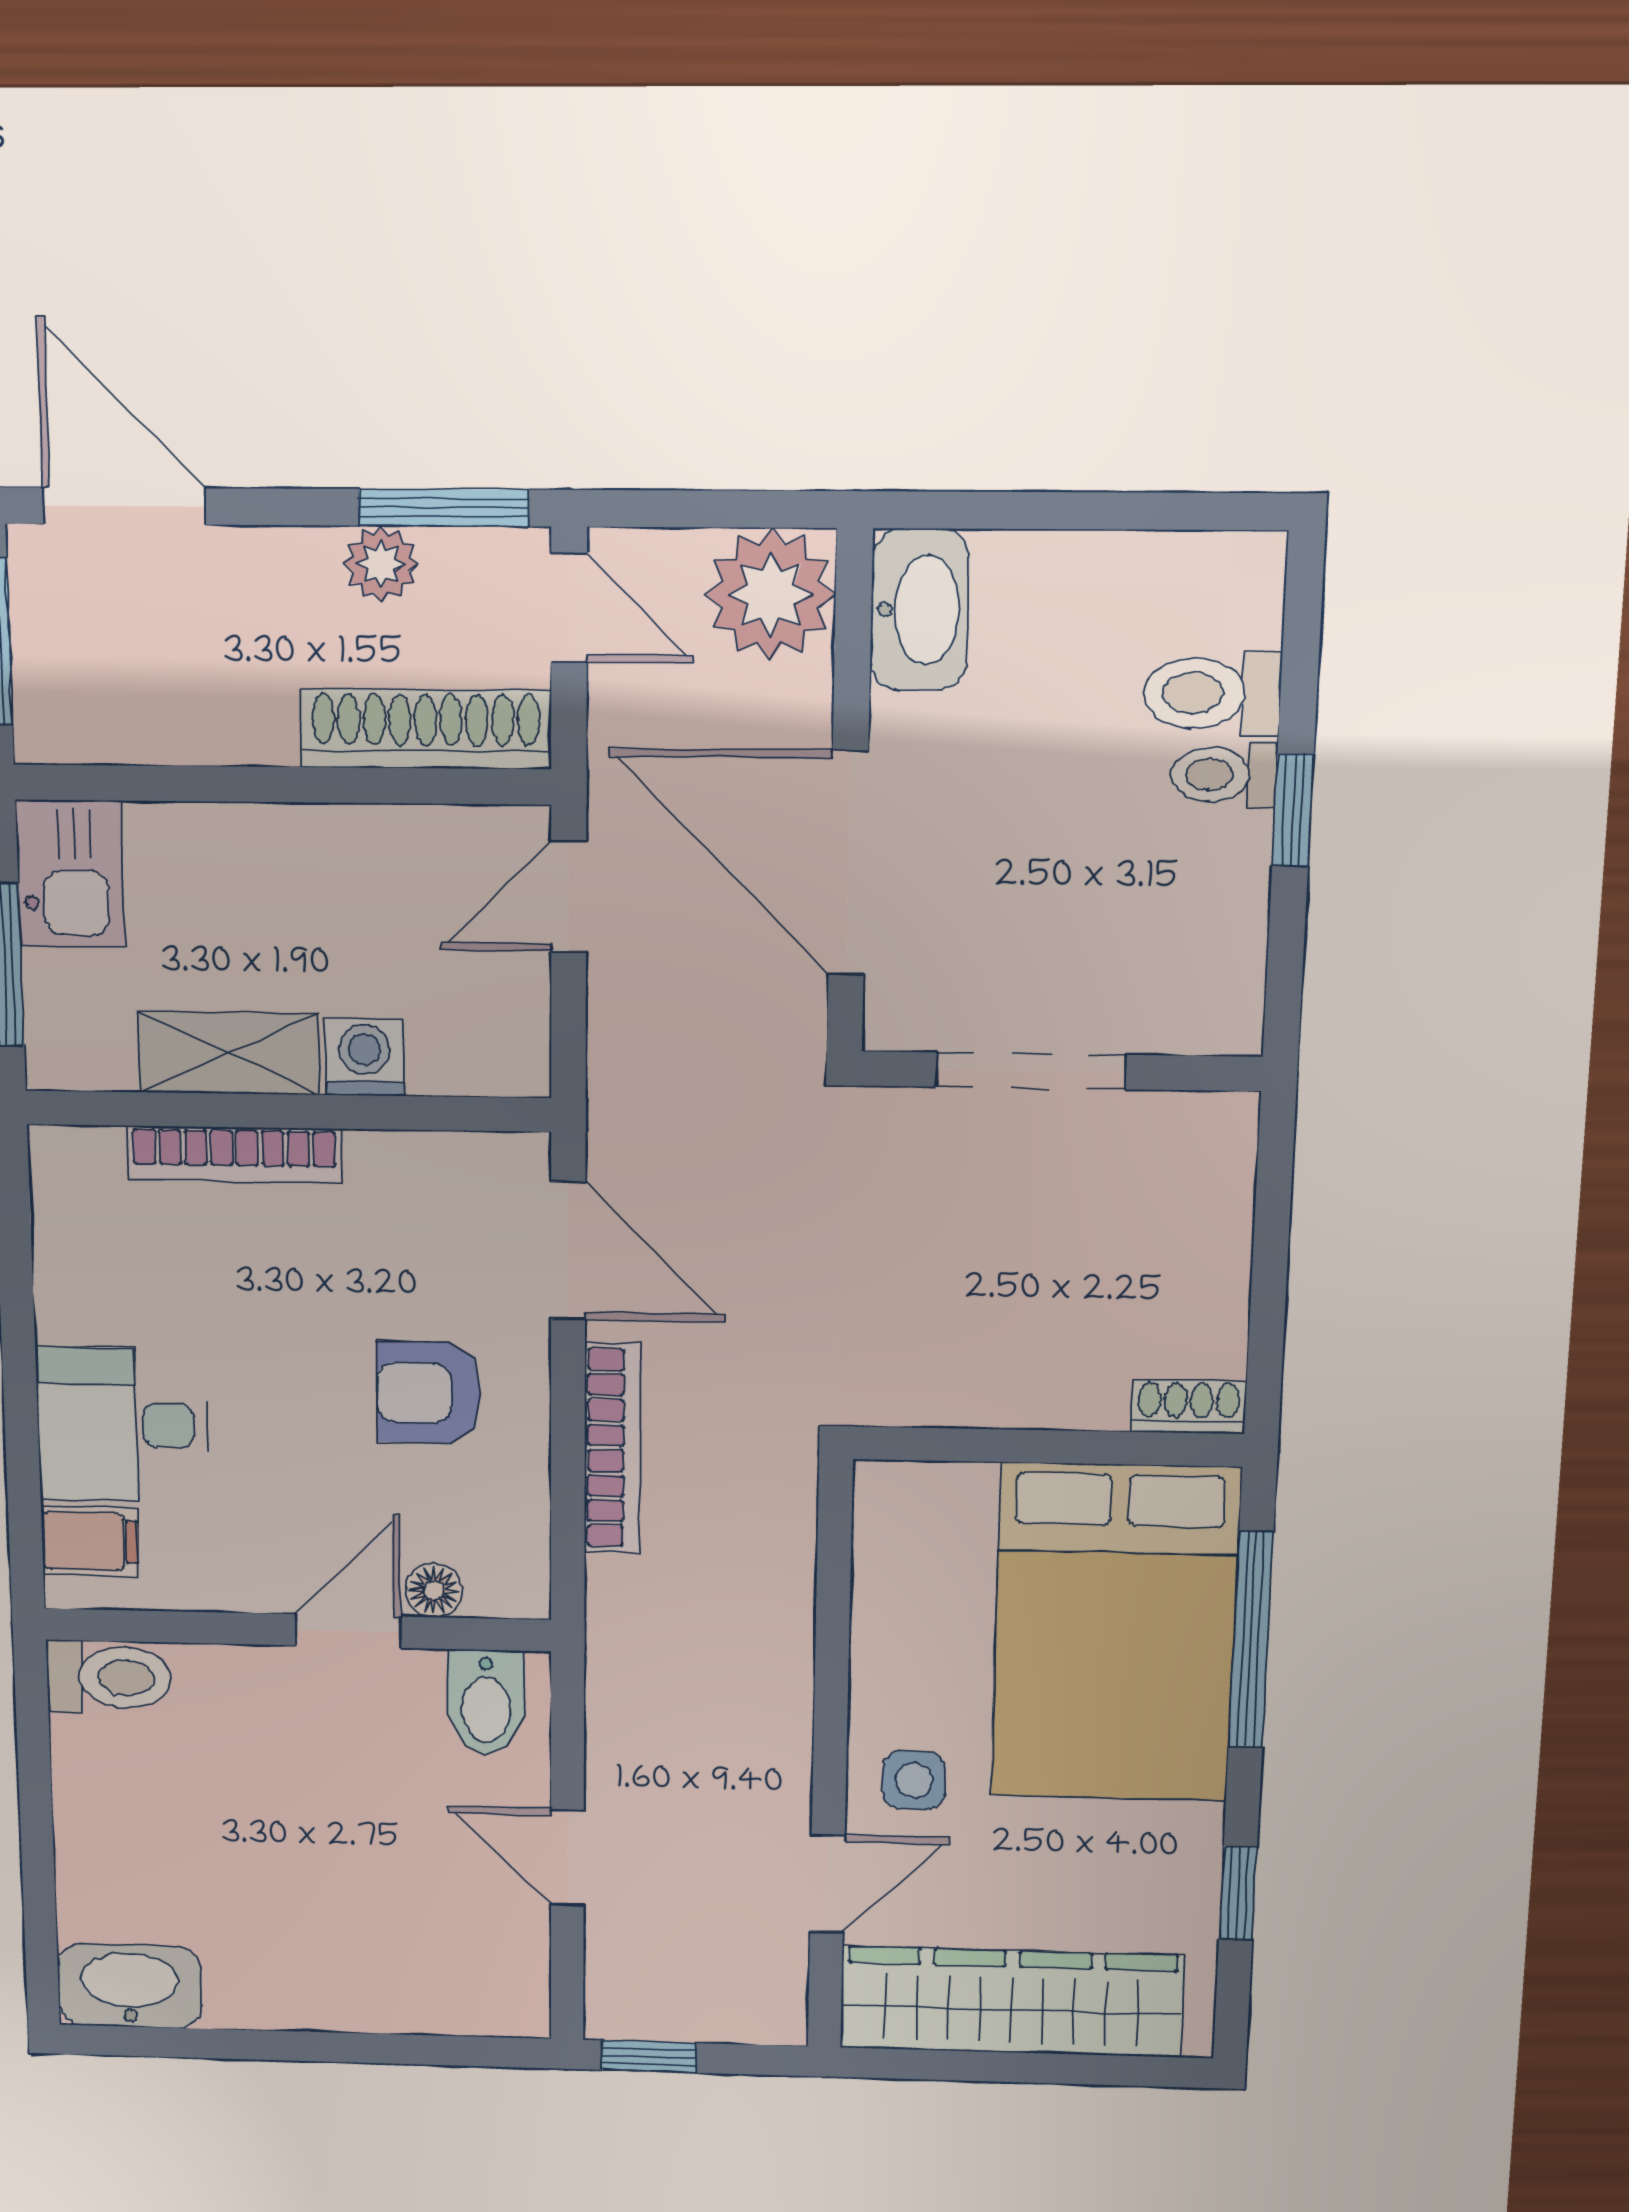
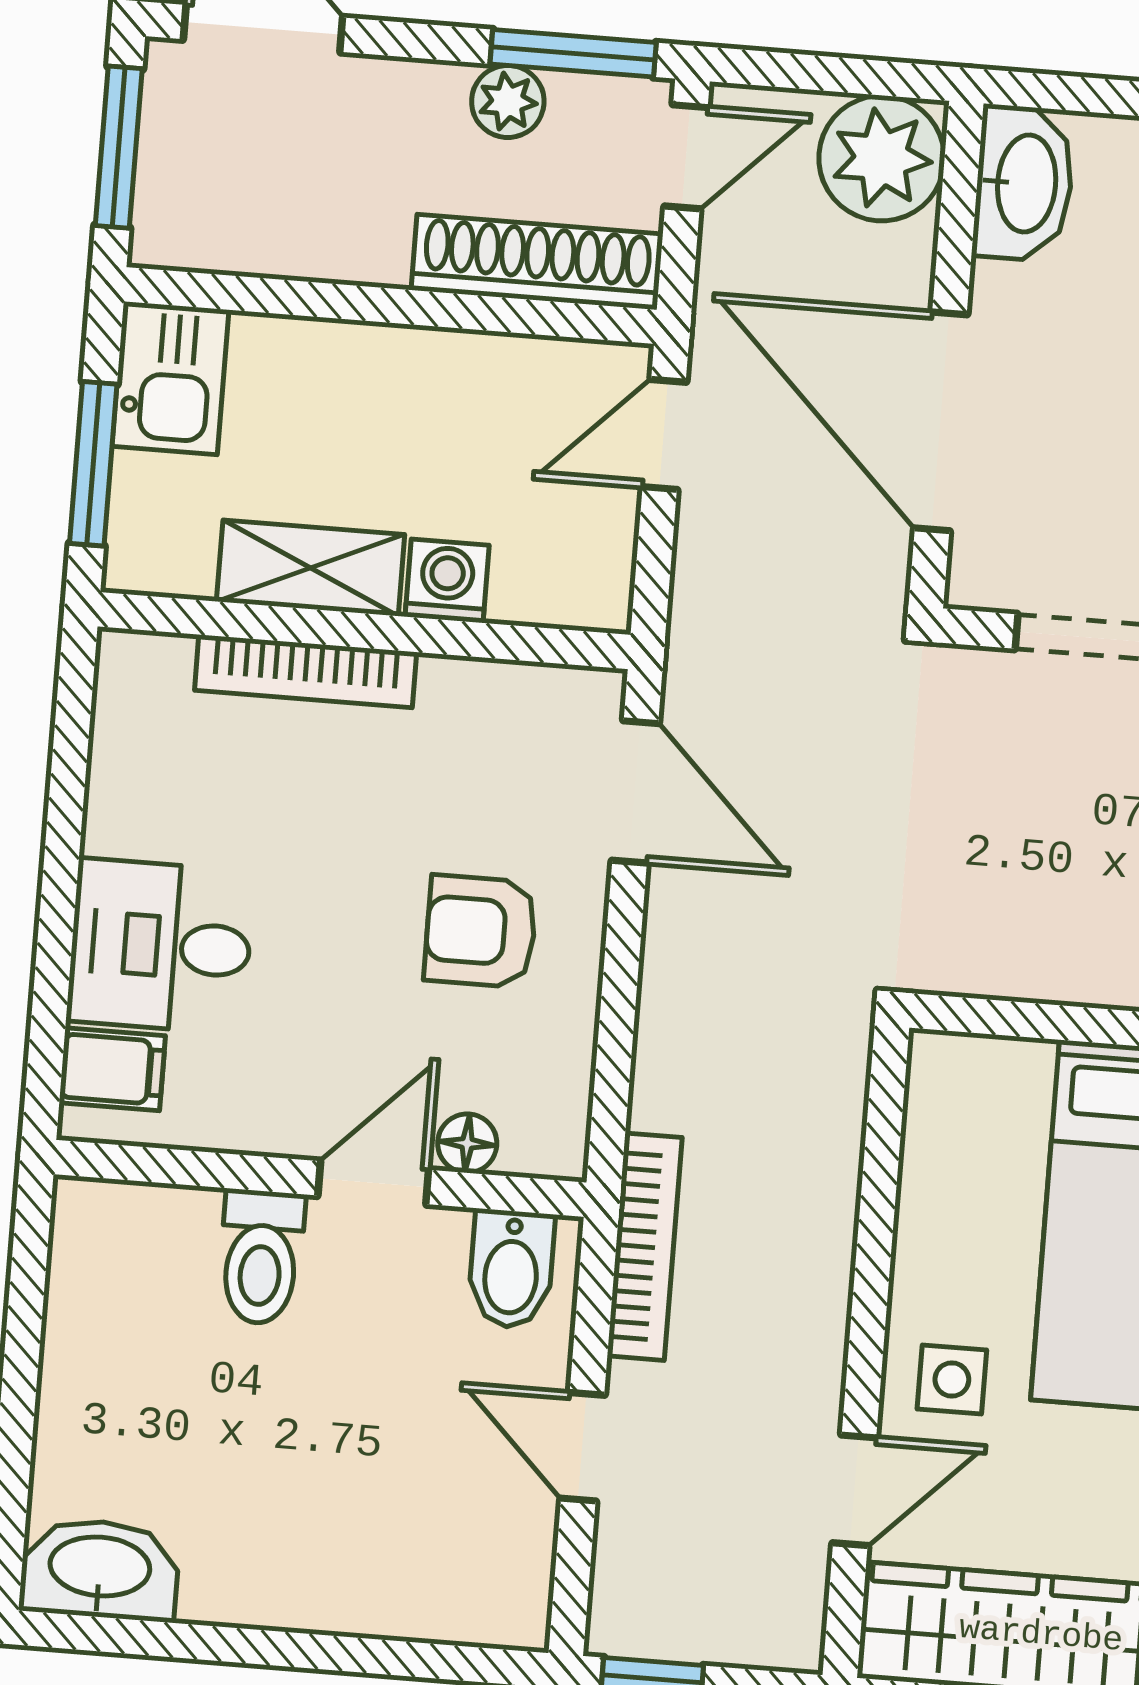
door: (569, 608) -> (686, 157), hinge flipped
bookcase: (612, 1448) -> (645, 1247), moved
toilet: (109, 1677) -> (261, 1257), moved, turned 90

